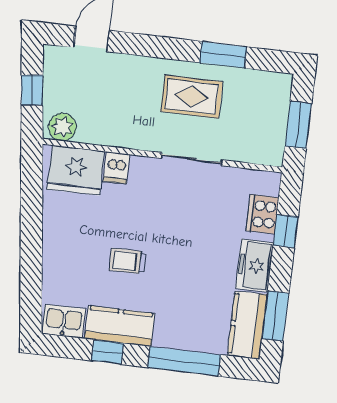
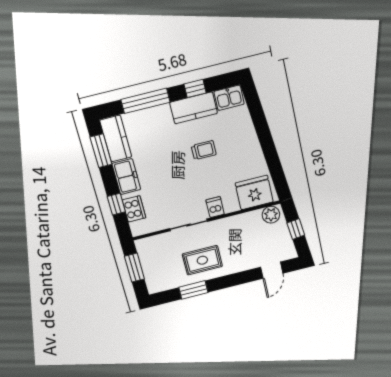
dishwasher: (116, 168) -> (215, 207), moved

